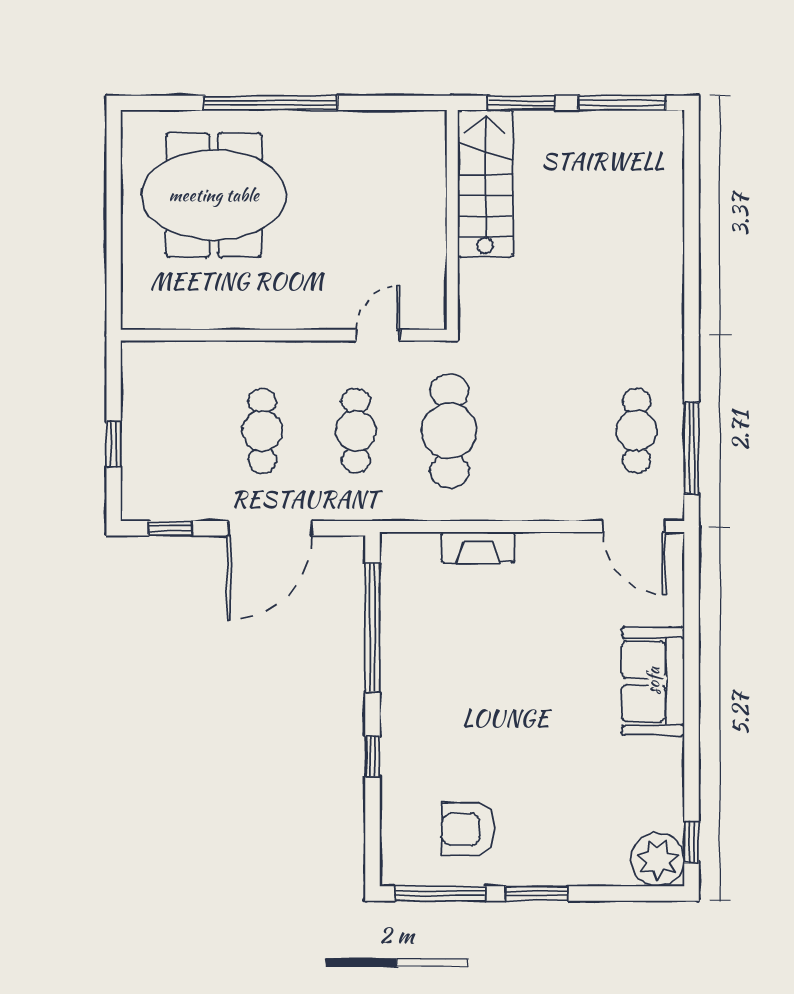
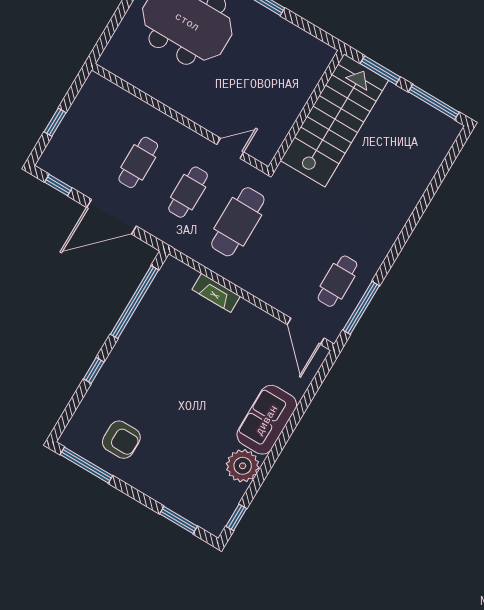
stairs: (485, 184) -> (334, 120), width x1.36, depth x1.51
armchair: (468, 829) -> (121, 440), turned 180
plant: (658, 860) -> (243, 466), moved
window: (537, 893) -> (179, 520), moved

